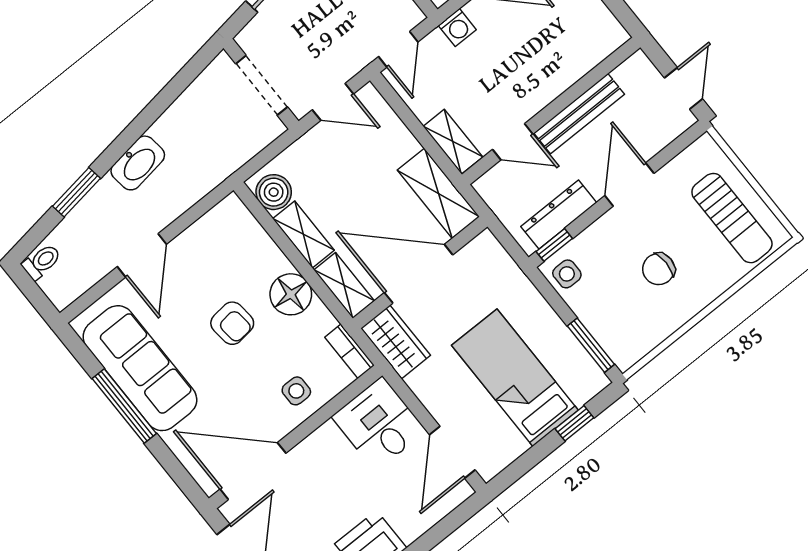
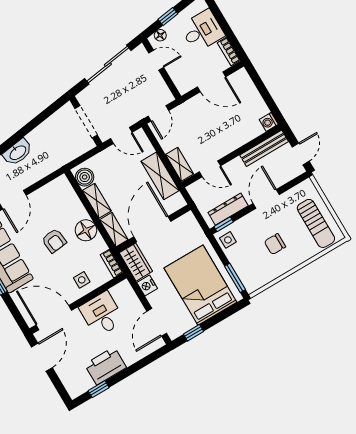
washing machine: (457, 27) -> (269, 122), moved, turned 90
bench: (579, 114) -> (264, 148), moved
shelving: (438, 193) -> (160, 176), moved
door: (419, 274) -> (152, 229), hinge flipped
bed: (515, 378) -> (200, 285), width x1.50
nightstand: (424, 384) -> (147, 286), added
window: (574, 423) -> (194, 333), moved
desk: (379, 424) -> (102, 314), moved

